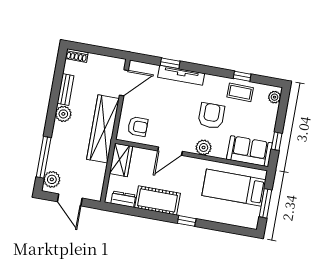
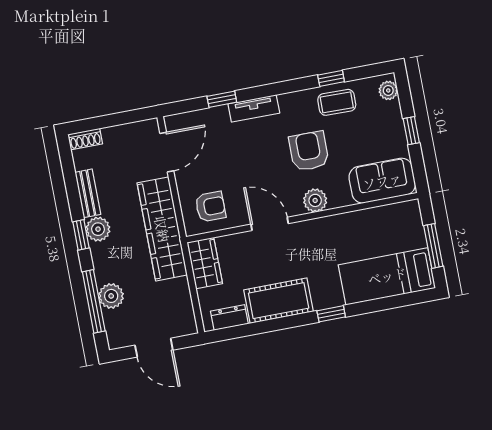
tv unit: (181, 75) -> (254, 108), width x0.71
window: (52, 113) -> (81, 235), added
window: (277, 141) -> (411, 131), moved
door: (170, 151) -> (270, 224), swing flipped
plant: (52, 179) -> (111, 296), moved
bed: (234, 188) -> (387, 276), moved

